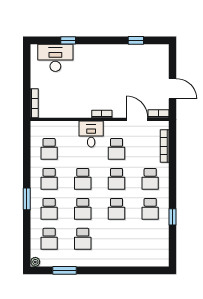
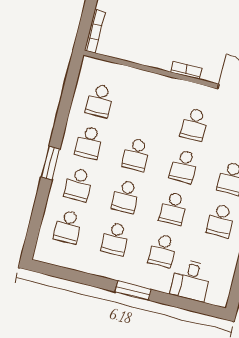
desk: (91, 134) -> (191, 280), moved, turned 180
school desk: (116, 239) -> (163, 251), added
plant: (35, 262) -> (40, 255), removed
window: (64, 270) -> (133, 291), moved

